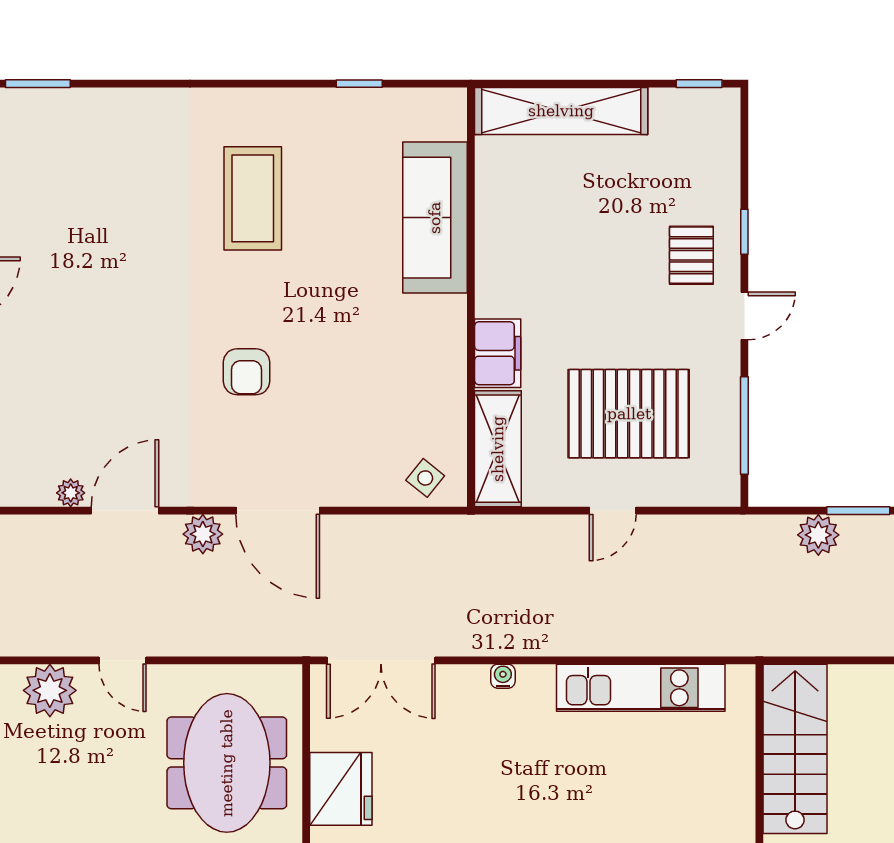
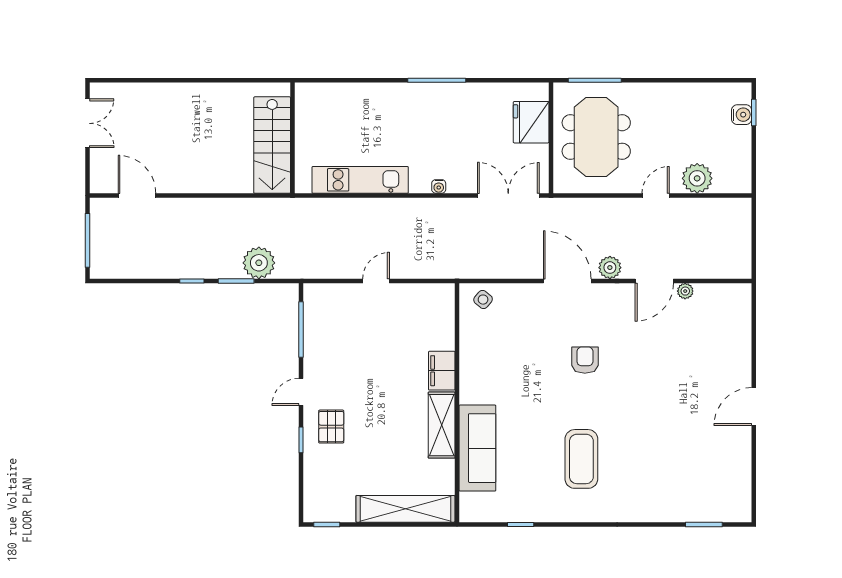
pallet: (629, 414) -> (367, 336), removed
shelving: (498, 449) -> (442, 425), moved
plant: (818, 535) -> (259, 263), width x1.36, depth x1.36
door: (123, 660) -> (656, 196), hinge flipped

